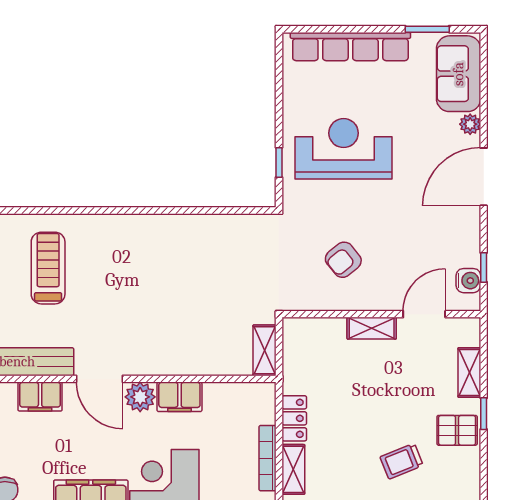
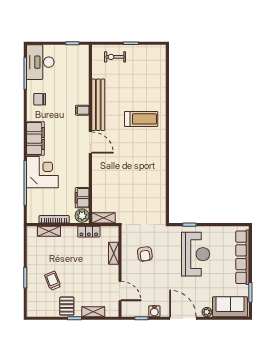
armchair: (343, 260) -> (145, 254), turned -148
water cooler: (468, 281) -> (154, 311), moved
shelving: (372, 328) -> (114, 253), moved
door: (99, 379) -> (90, 142), swing flipped
filing cabinet: (40, 397) -> (82, 110), width x0.50
plant: (140, 397) -> (82, 216), moved
filing cabinet: (179, 397) -> (82, 198), moved
locker: (294, 418) -> (89, 232), moved

